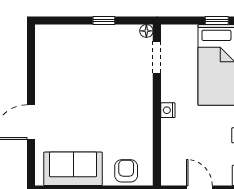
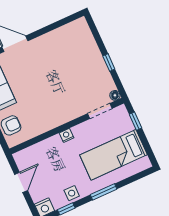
window: (217, 20) -> (135, 121), moved

